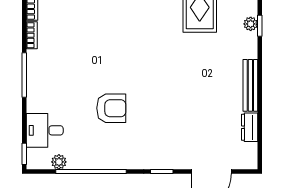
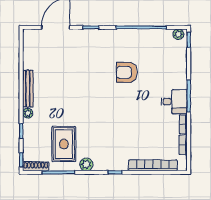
plant: (251, 24) -> (28, 113), moved
dresser: (250, 127) -> (28, 59), removed
desk: (45, 130) -> (174, 102), moved
plant: (59, 162) -> (178, 34), moved

